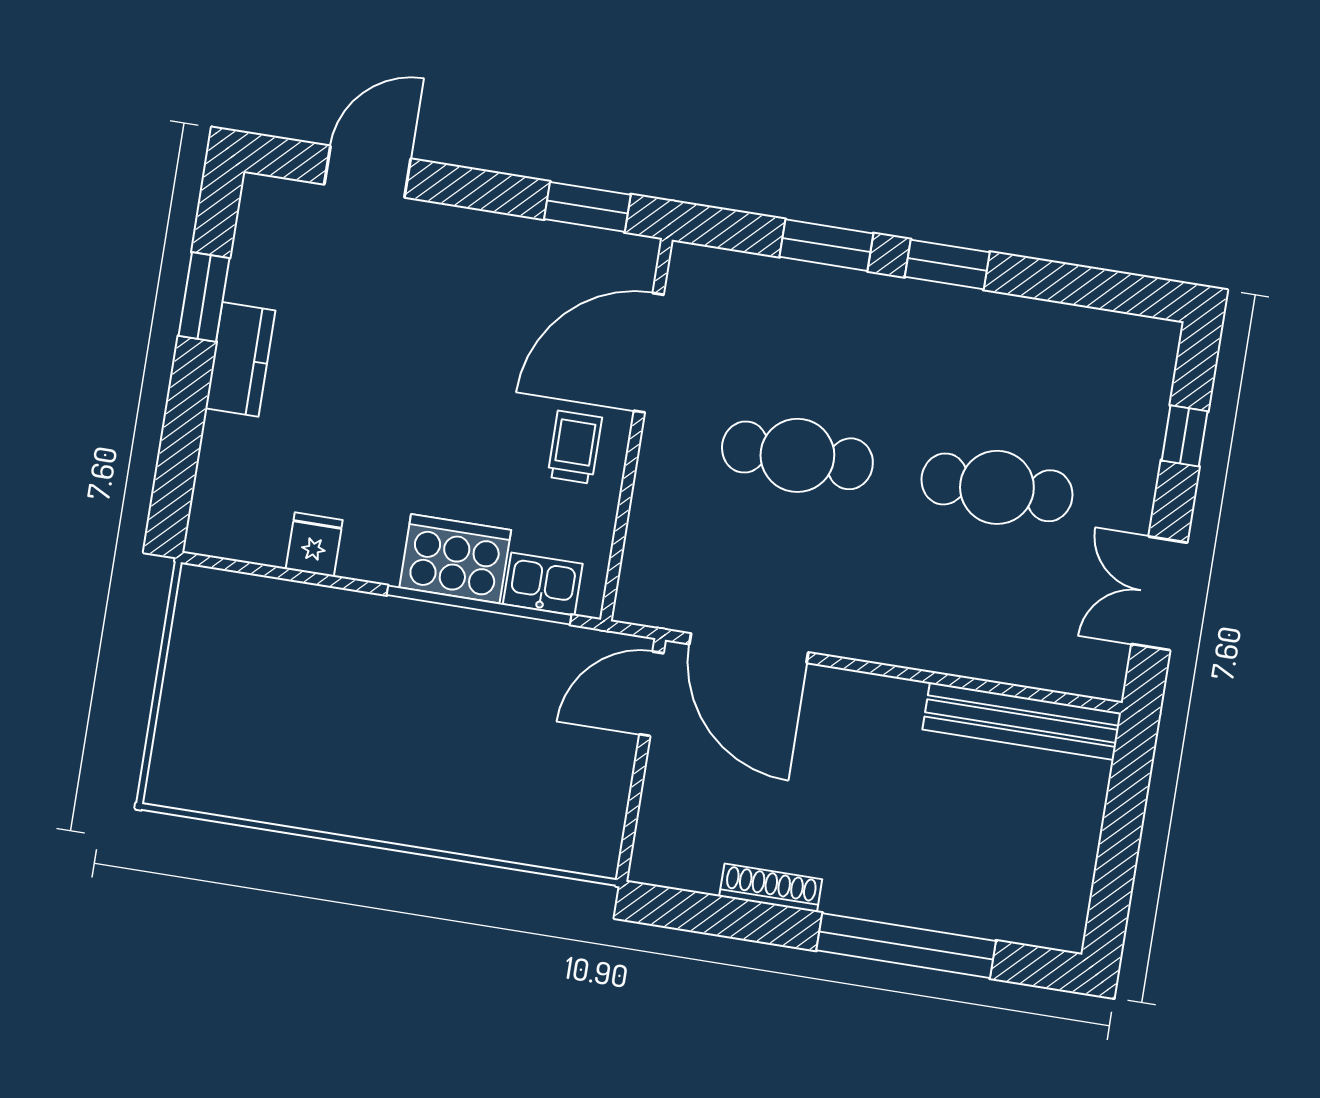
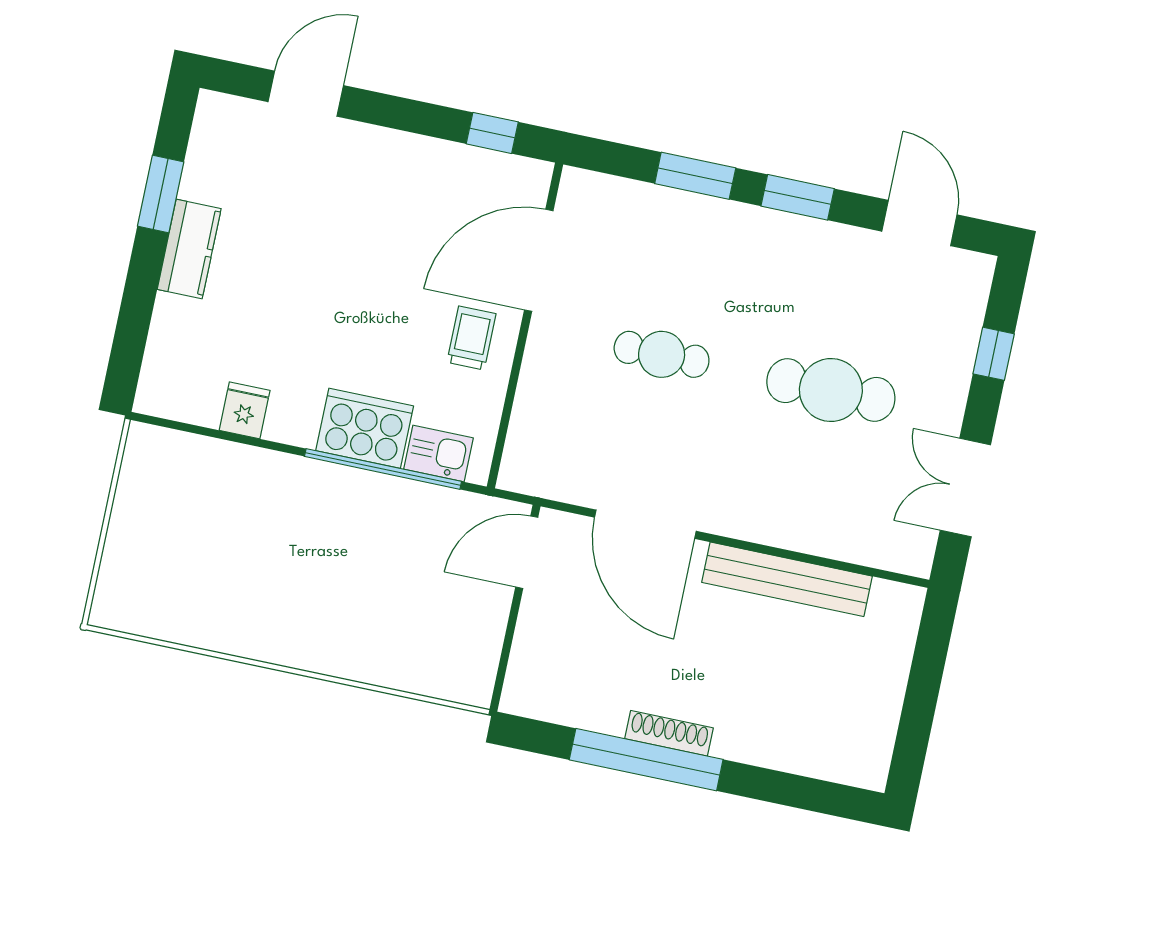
window: (587, 207) -> (492, 133), width x0.67
door: (1091, 287) -> (919, 223), added
cafe table: (797, 455) -> (662, 354), width x0.73, depth x0.74
door: (749, 648) -> (645, 524), moved
bench: (1022, 721) -> (787, 579), moved
shoe rack: (771, 888) -> (669, 733), moved
window: (906, 946) -> (646, 760), moved

